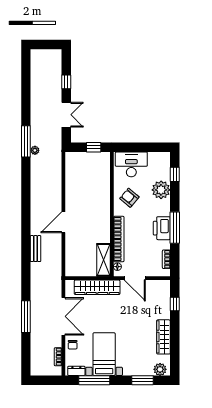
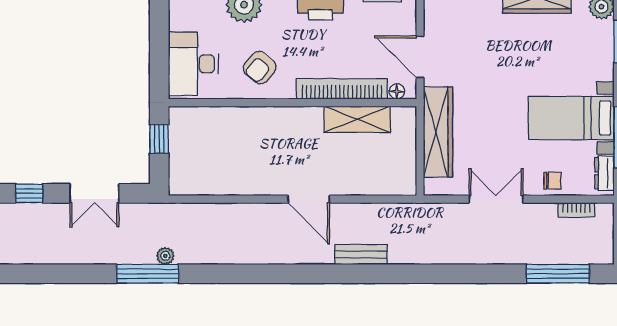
double door: (66, 115) -> (94, 193), swing flipped
shelving: (103, 260) -> (357, 119), moved
door: (135, 278) -> (420, 57), swing flipped
double door: (63, 316) -> (496, 199), width x0.73
window: (26, 317) -> (558, 274), moved

